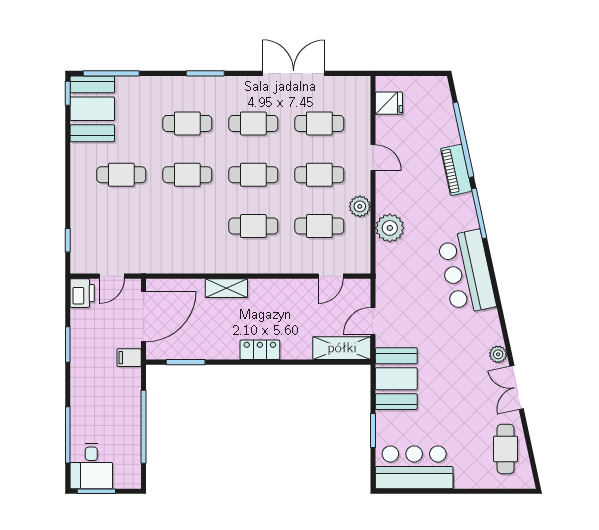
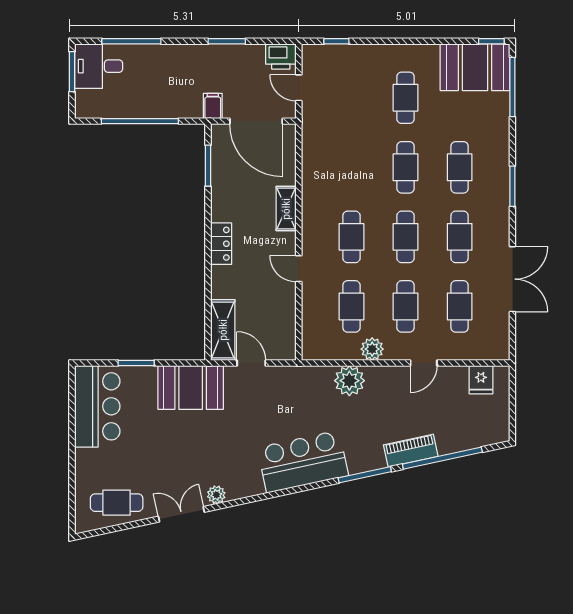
door: (331, 276) -> (299, 269), moved

